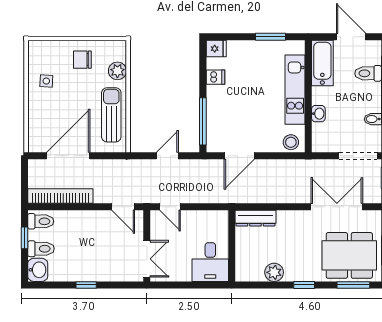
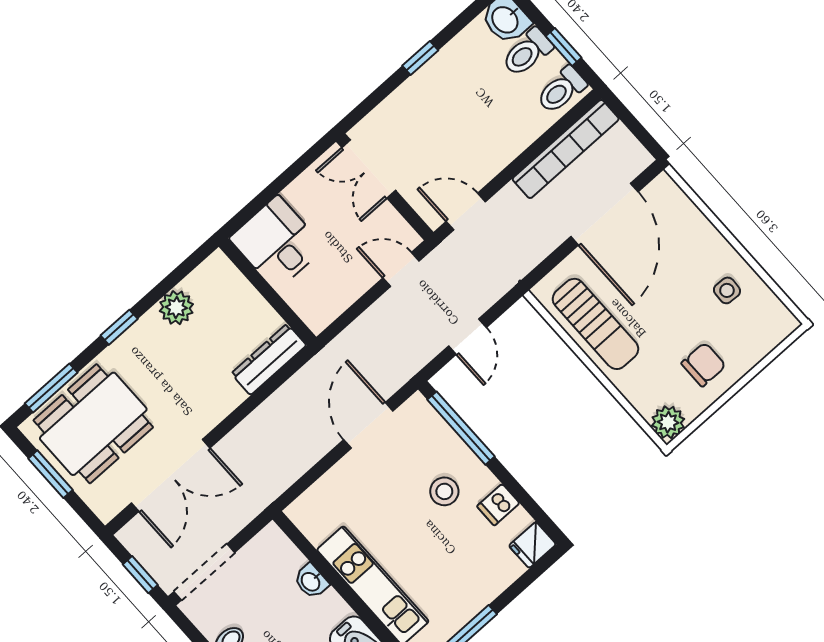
plant: (117, 71) -> (668, 422), moved
stool: (291, 142) -> (444, 491), moved

